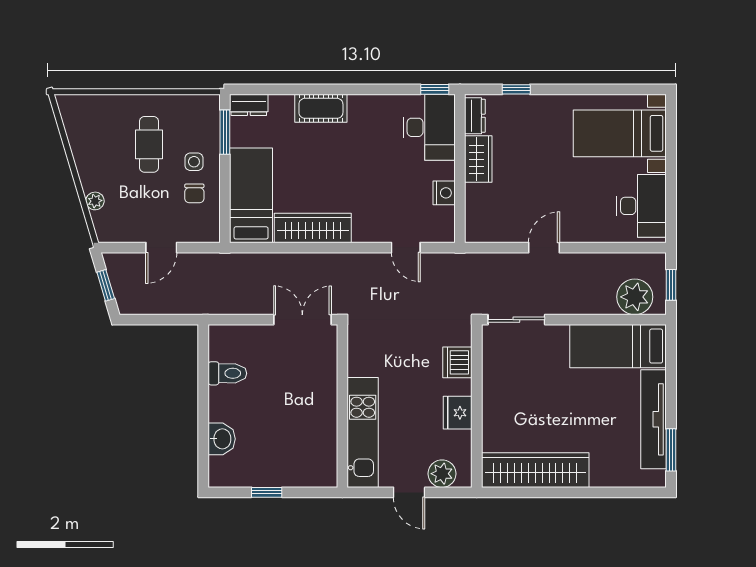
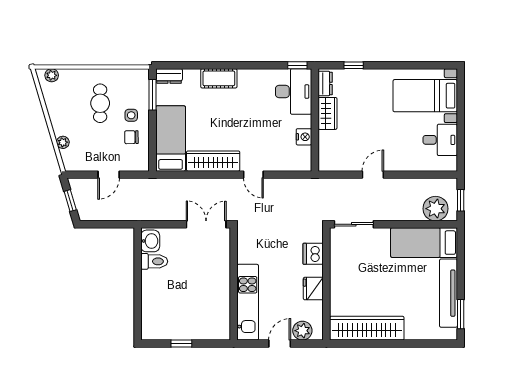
plant: (79, 104) -> (52, 75), added
chair: (194, 193) -> (131, 137), turned 89
desk: (642, 206) -> (440, 140), width x0.73
door: (406, 248) -> (253, 175), moved
washbasin: (222, 439) -> (150, 241), moved
door: (409, 492) -> (280, 344), swing flipped

